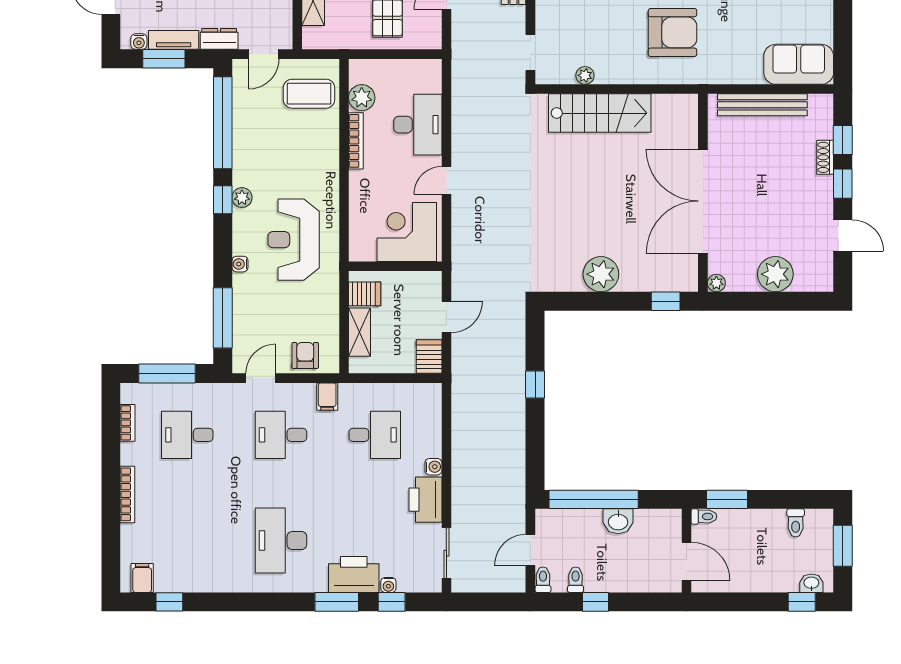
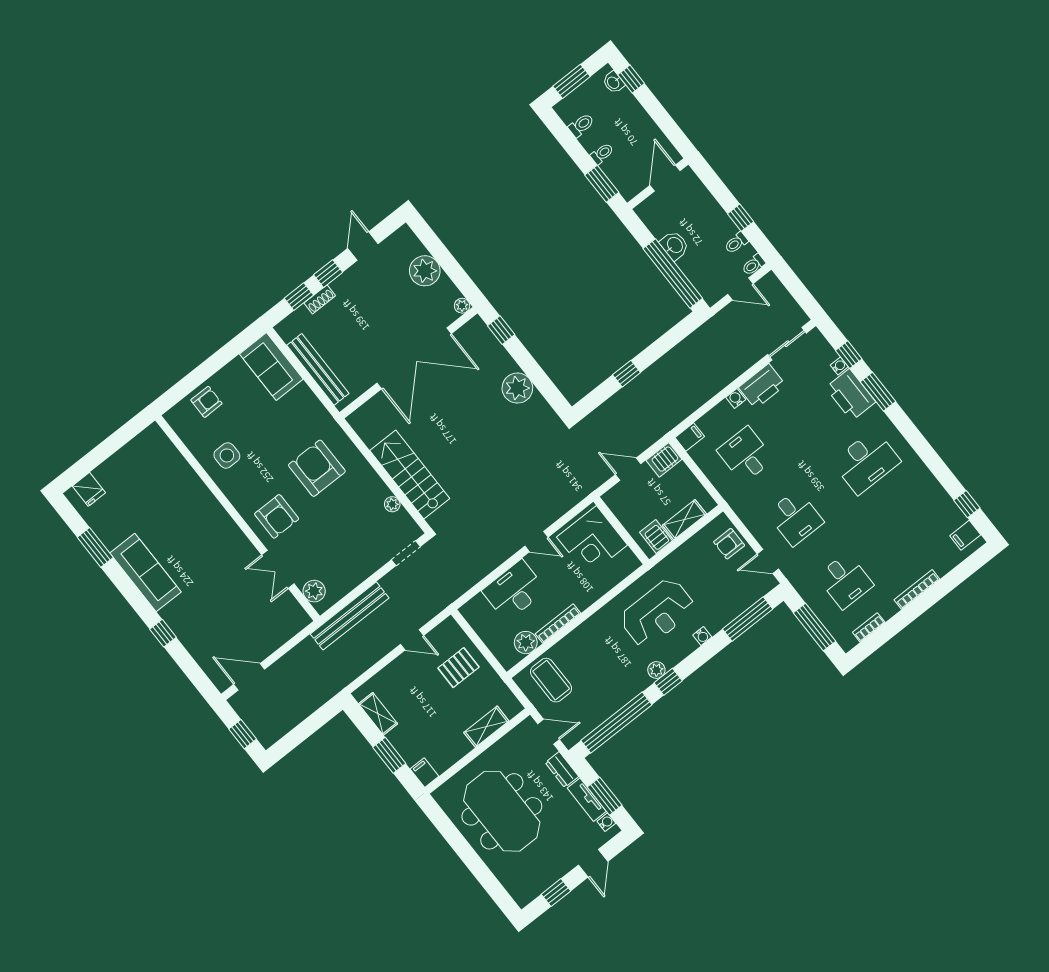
filing cabinet: (327, 397) -> (690, 437), moved
toilet: (704, 516) -> (602, 154), moved, turned 90

